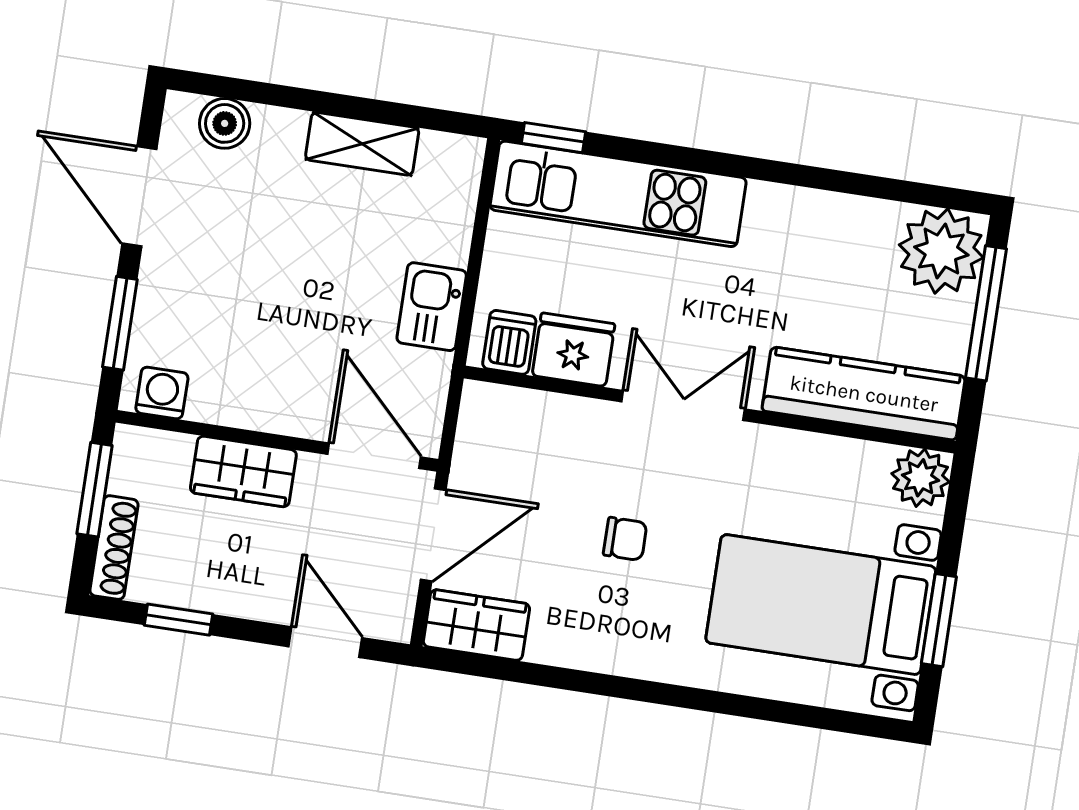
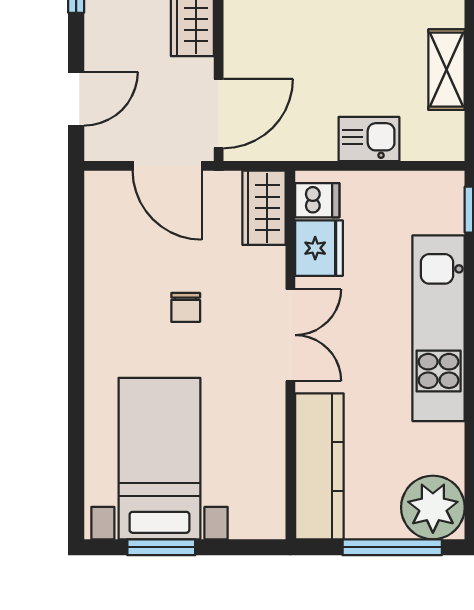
kitchen unit: (618, 194) -> (439, 328), moved
kitchen sink: (432, 307) -> (369, 139), moved
plant: (920, 478) -> (264, 518), removed
wardrobe: (476, 625) -> (264, 208), moved, turned 180

